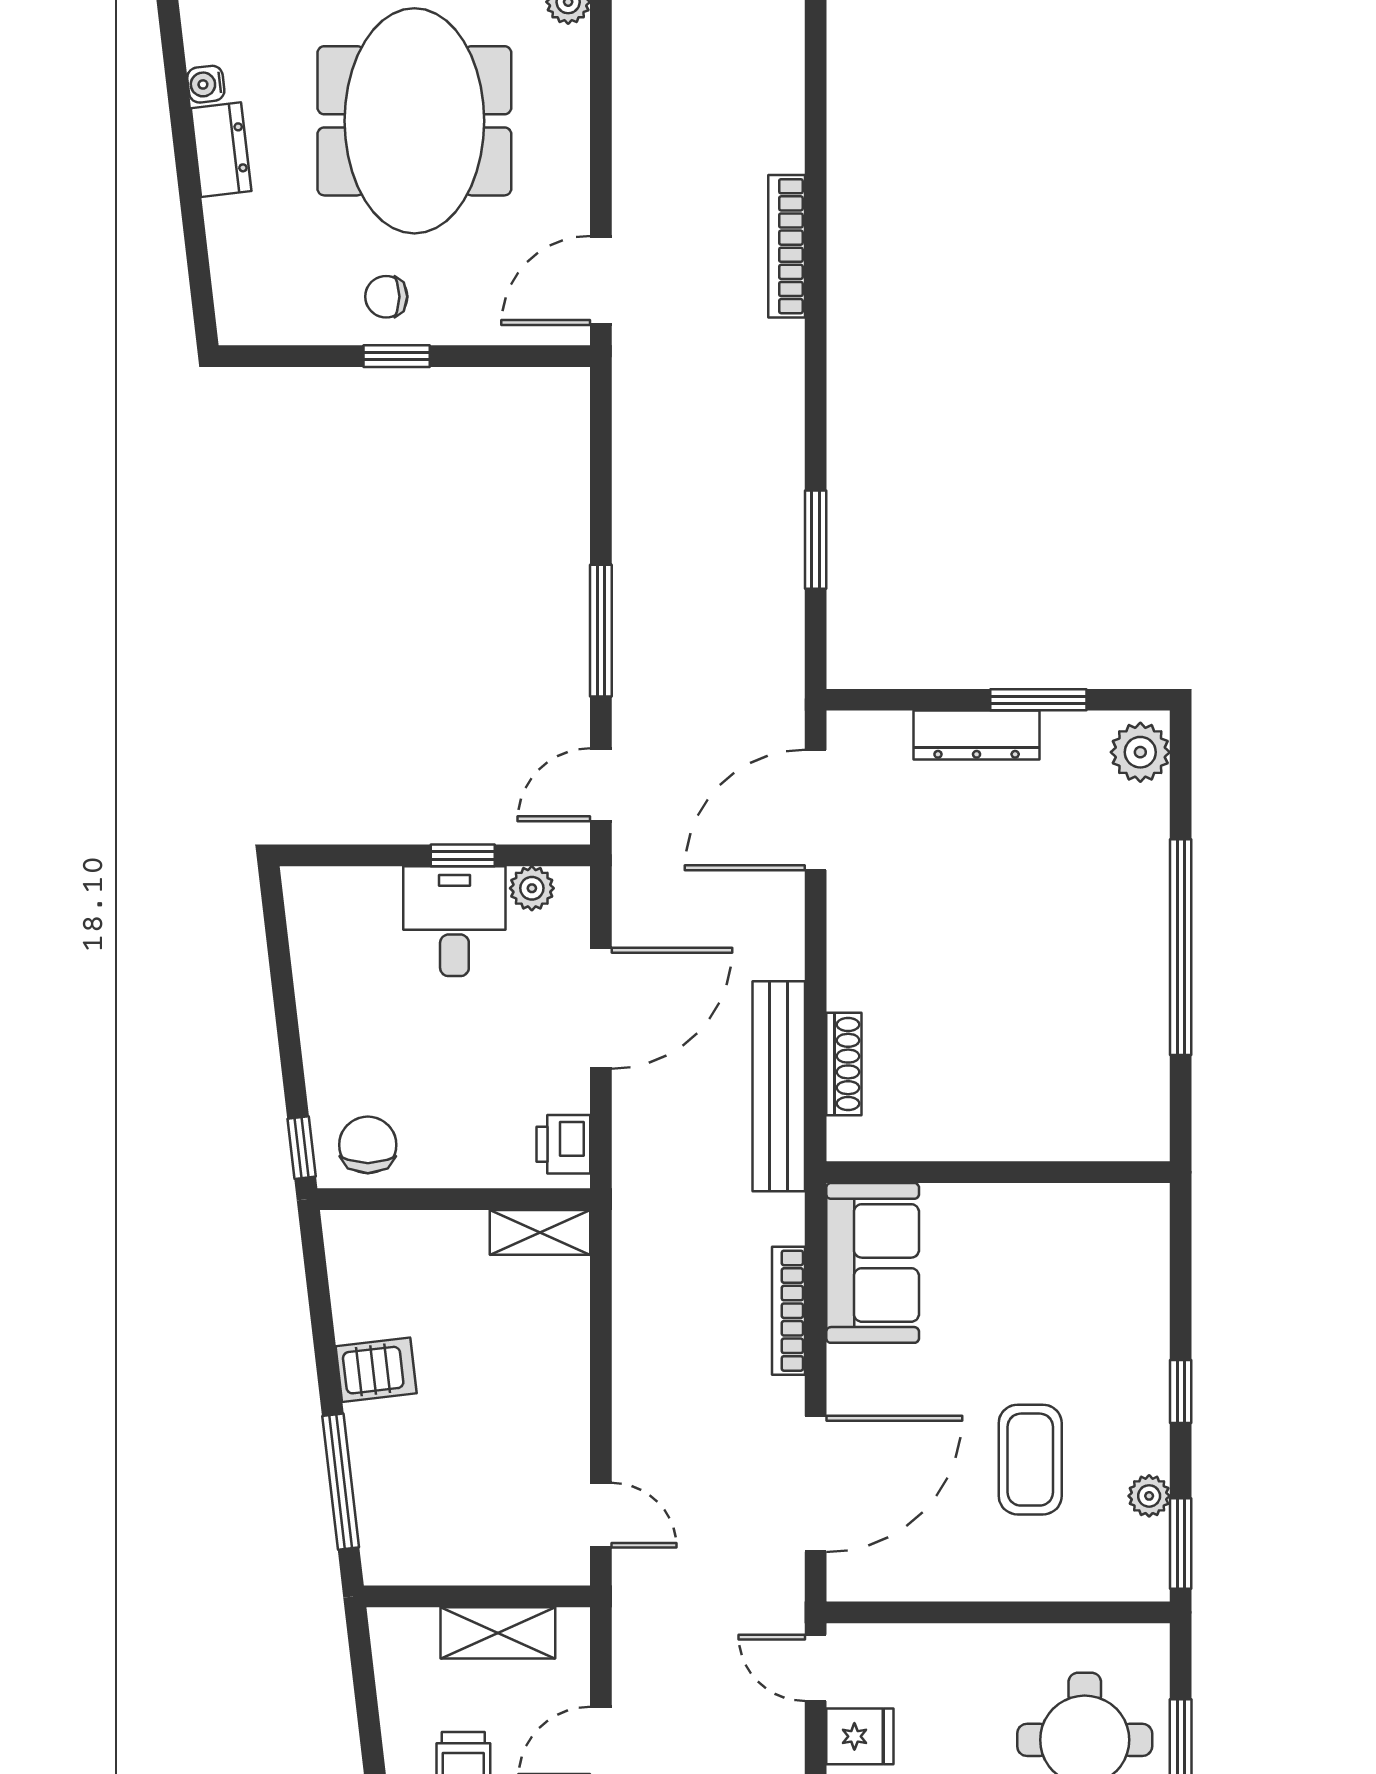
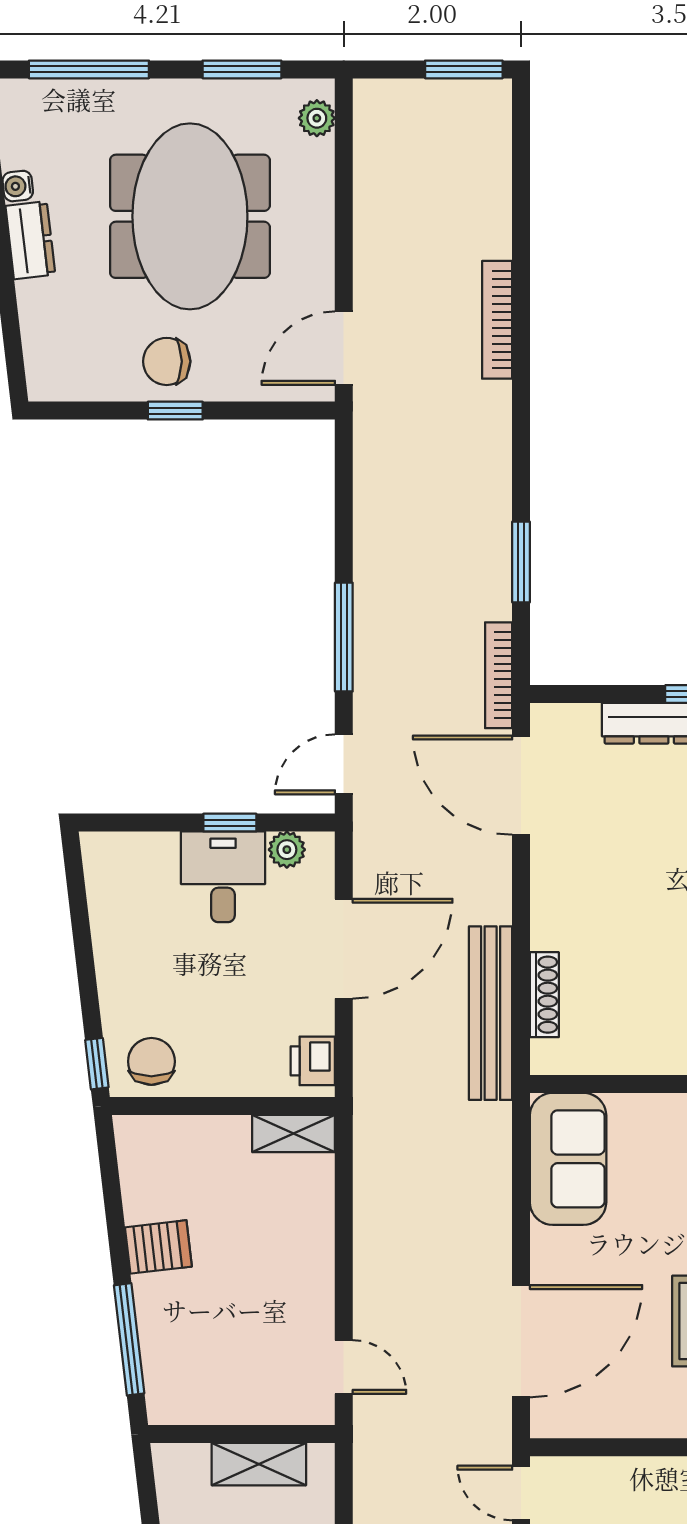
chair: (386, 297) -> (167, 361), width x1.37, depth x1.37
door: (816, 810) -> (521, 785), hinge flipped
bookcase: (788, 1311) -> (499, 675), moved

